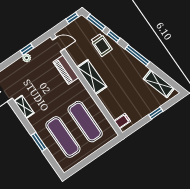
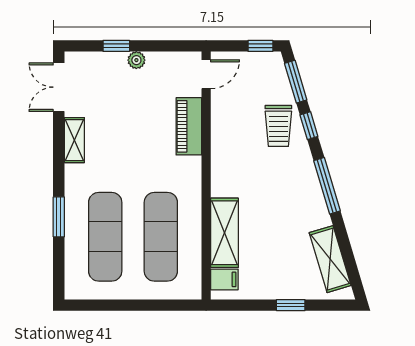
door: (58, 44) -> (206, 74), hinge flipped
window: (27, 49) -> (116, 46), moved
shelving: (92, 77) -> (224, 233), moved

